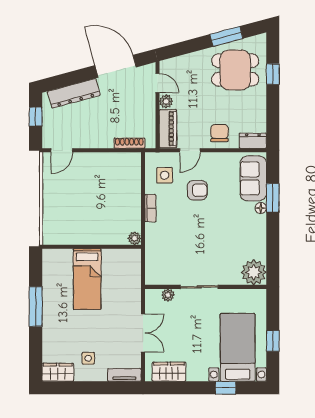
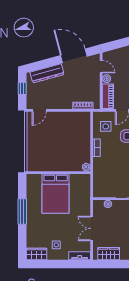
bed: (87, 279) -> (56, 194), width x1.50
double door: (143, 333) -> (92, 228), swing flipped

